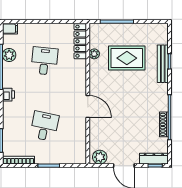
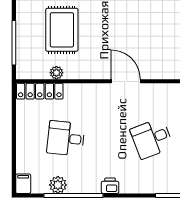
door: (88, 106) -> (126, 81), hinge flipped
desk: (44, 126) -> (152, 138), turned -33

